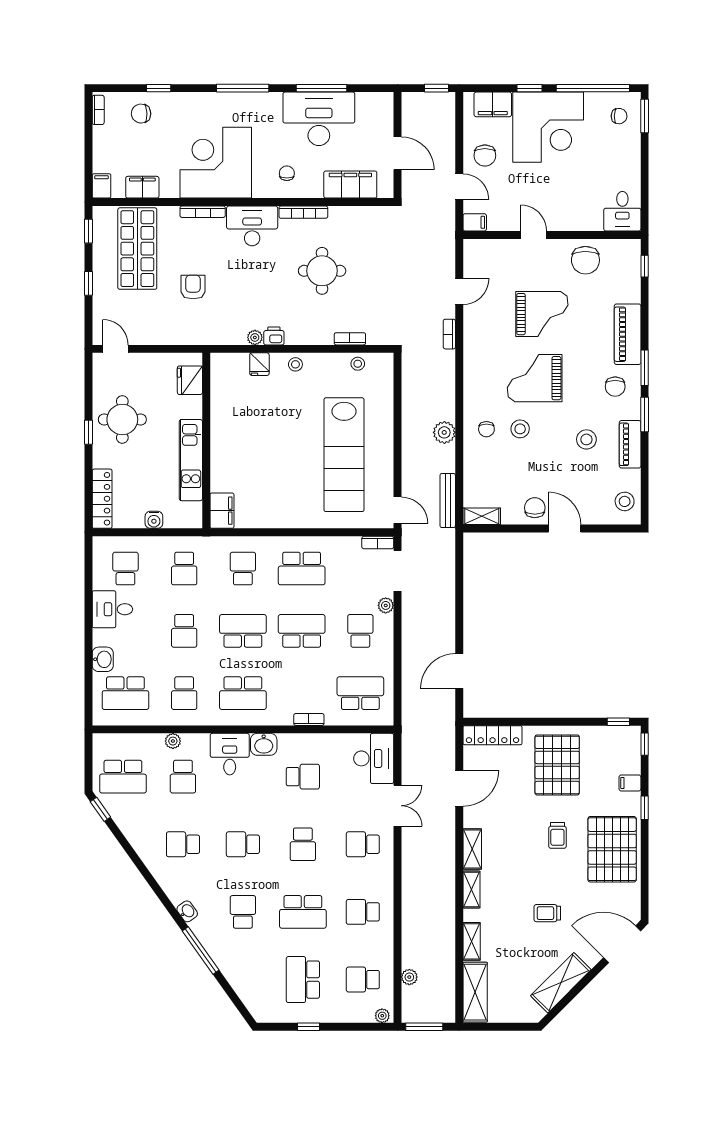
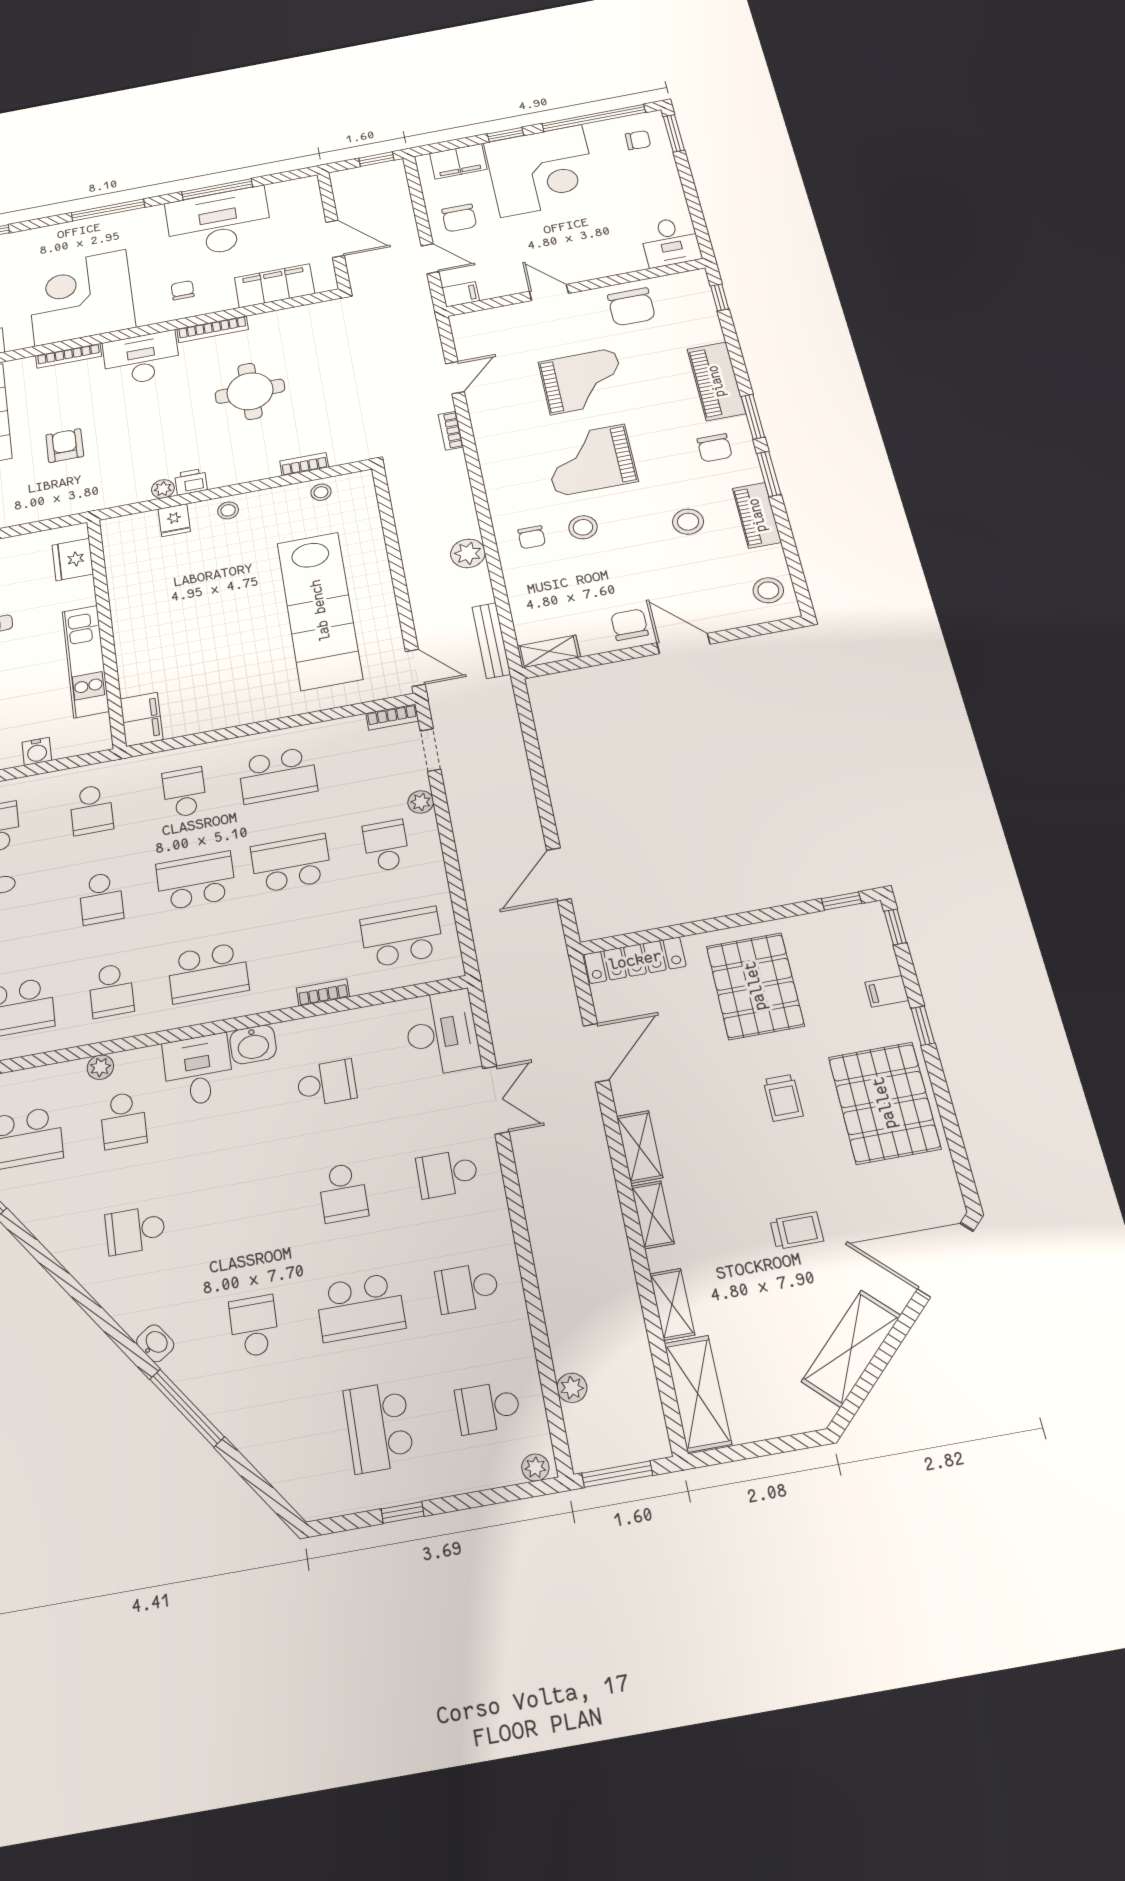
doorway: (397, 571) -> (430, 750), width x0.73
school desk: (243, 844) -> (239, 1211), removed
trolley: (547, 913) -> (797, 1231), turned 180

